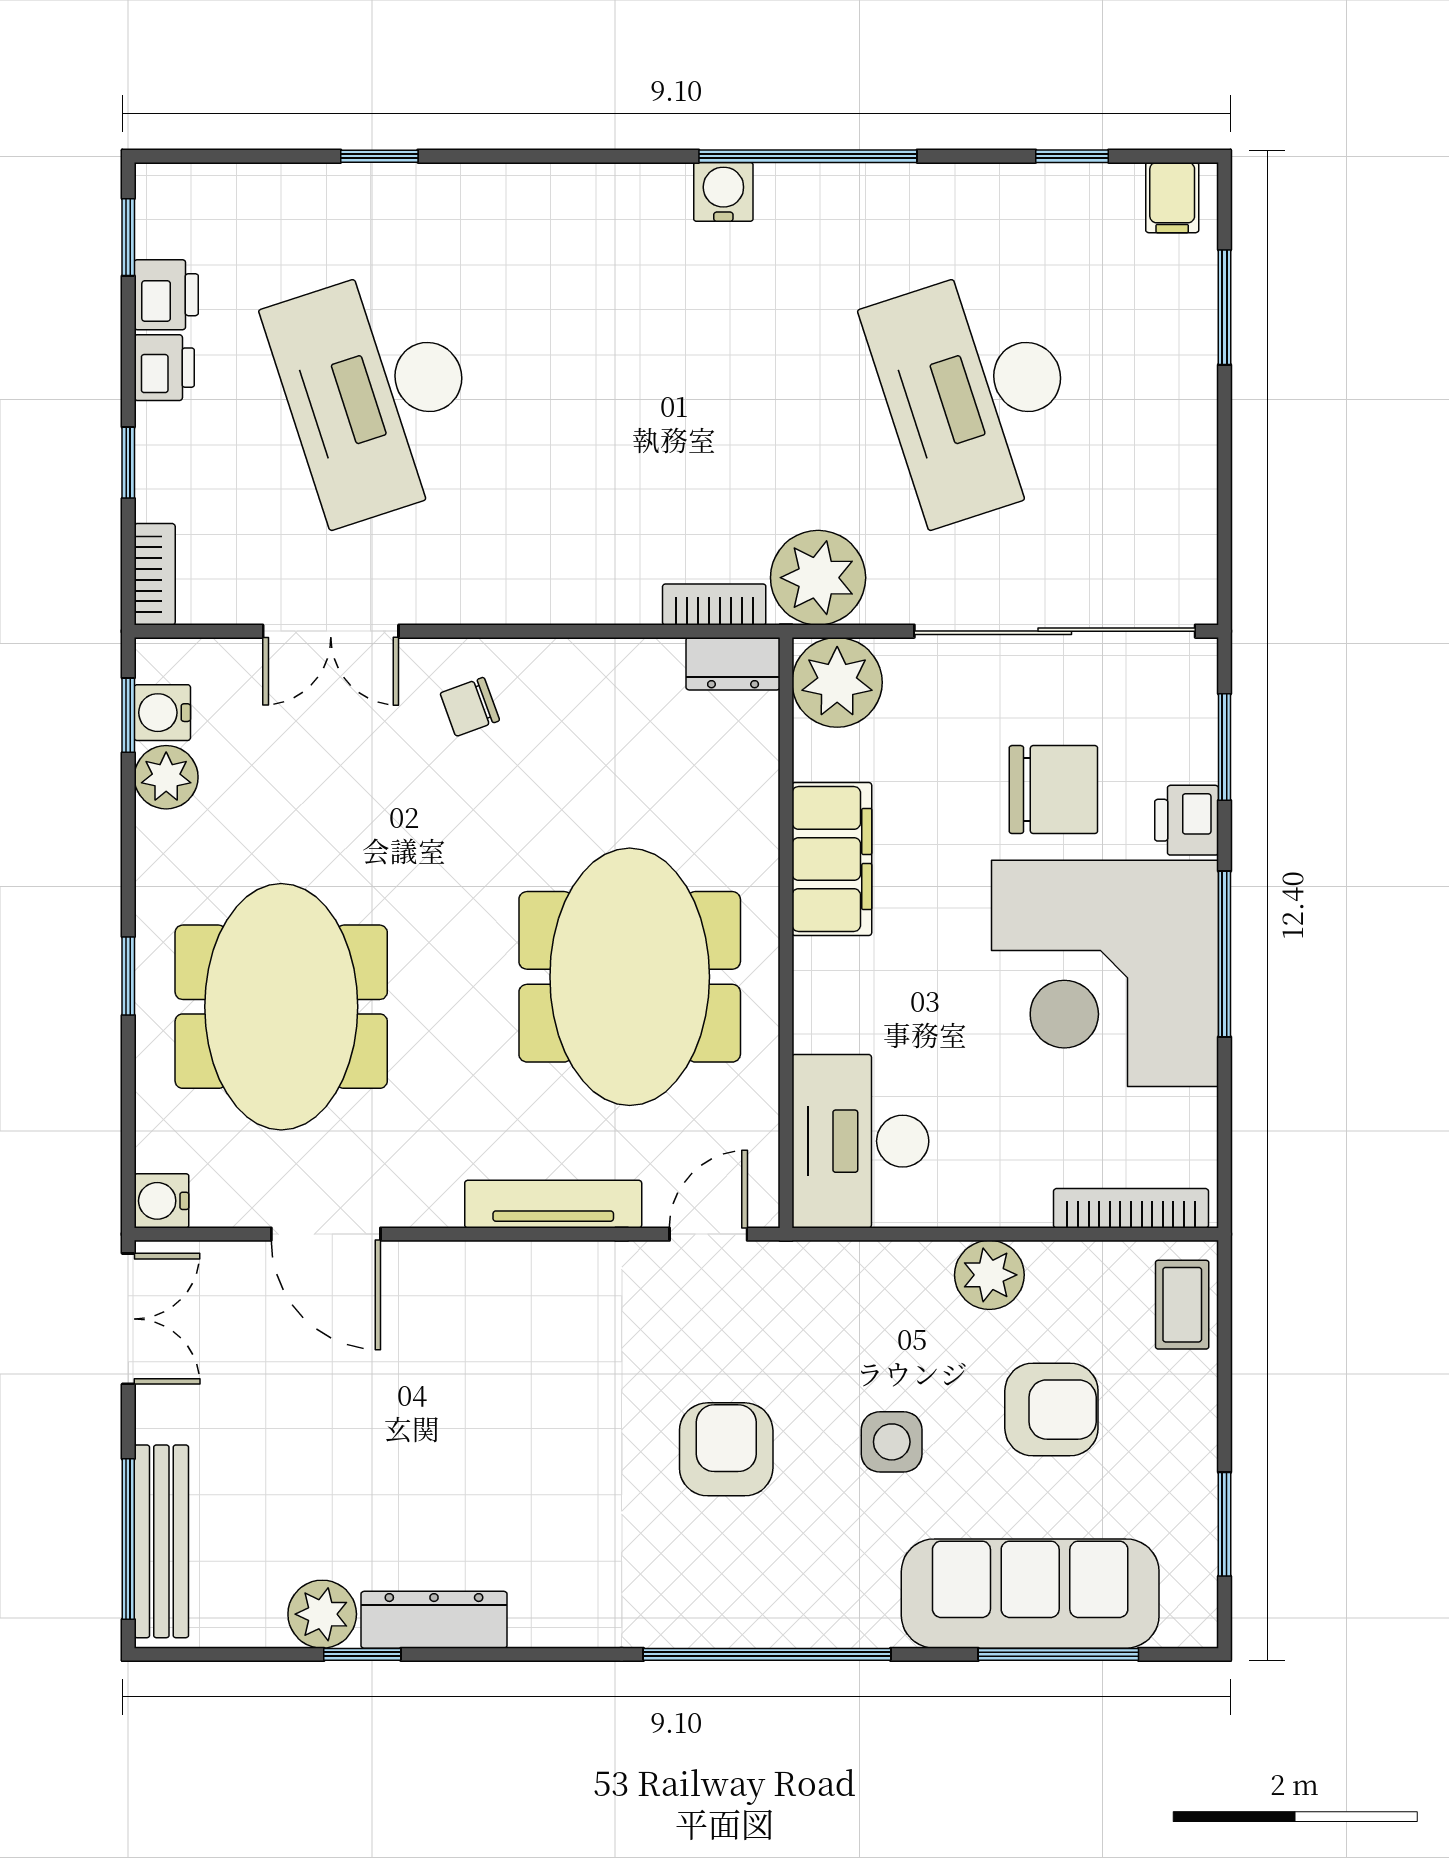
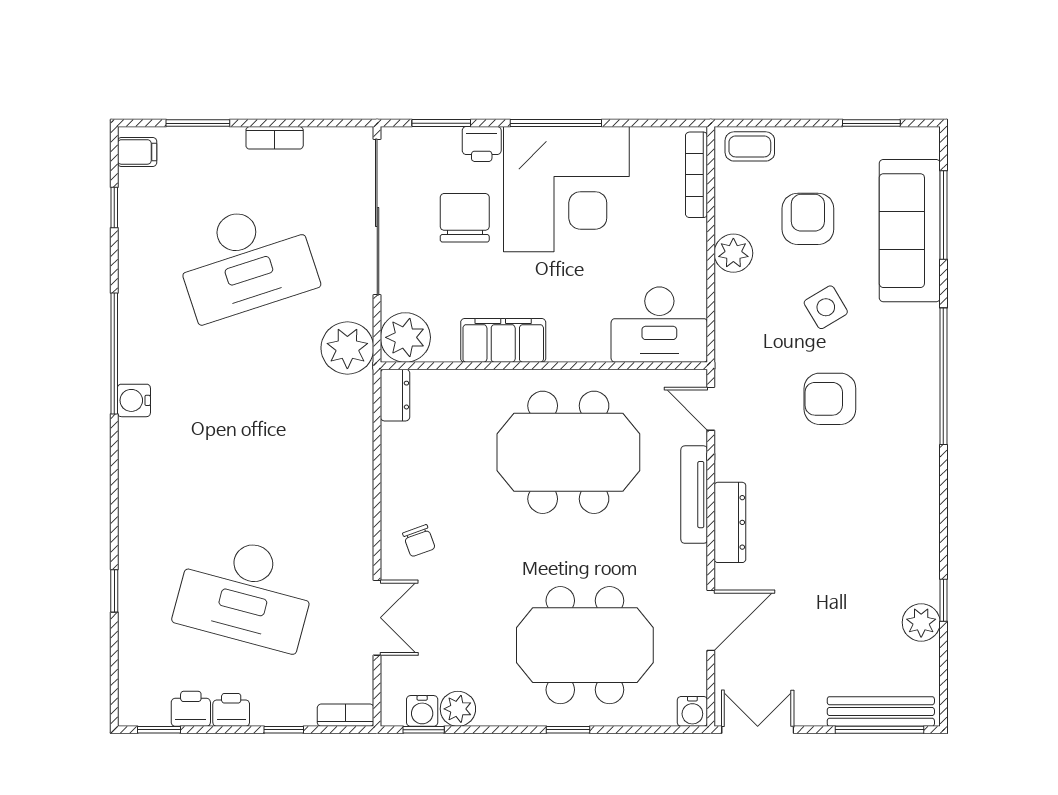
desk: (377, 394) -> (246, 592), turned 33
bookcase: (714, 605) -> (275, 138), moved, turned -90
side table: (892, 1442) -> (826, 307), turned -31
dresser: (434, 1620) -> (730, 522), moved, turned 180

